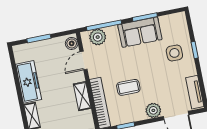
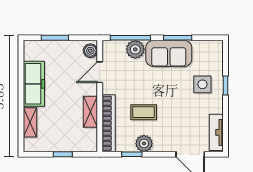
plant: (98, 37) -> (135, 49), moved
plant: (153, 110) -> (144, 143), moved

